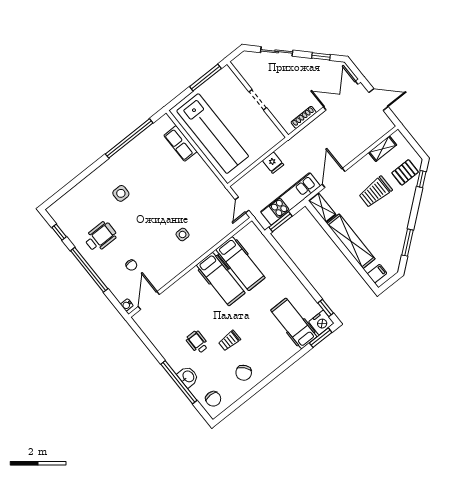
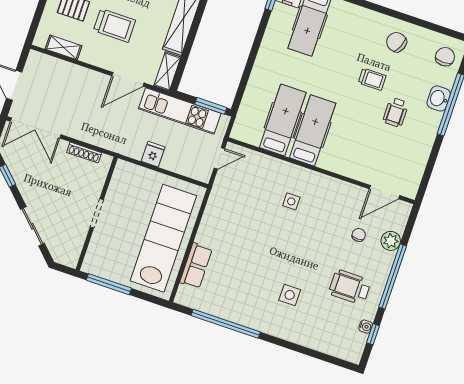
plant: (114, 284) -> (391, 241), added
water cooler: (127, 305) -> (366, 327), moved
chair: (244, 373) -> (397, 42), turned -116

